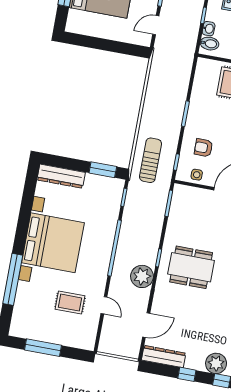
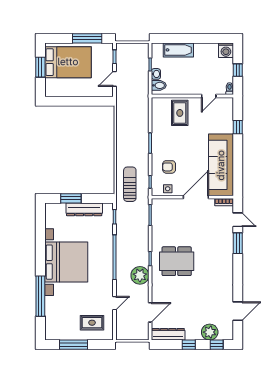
window: (103, 170) -> (71, 198), moved
dresser: (61, 176) -> (84, 209), moved
rug: (70, 303) -> (92, 323), moved
door: (104, 305) -> (115, 303), hinge flipped

